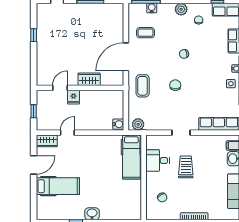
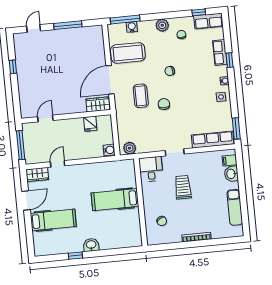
coffee table: (146, 33) -> (128, 53), width x1.86, depth x1.72
wardrobe: (89, 79) -> (98, 104), moved
coffee table: (143, 86) -> (141, 96), moved
fridge: (73, 97) -> (90, 124), moved
window: (34, 111) -> (21, 145), width x2.17
hospital bed: (131, 157) -> (115, 200), moved, turned 90
desk: (158, 160) -> (151, 169), moved, turned 90

